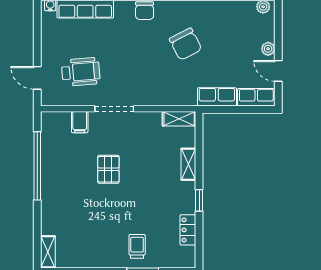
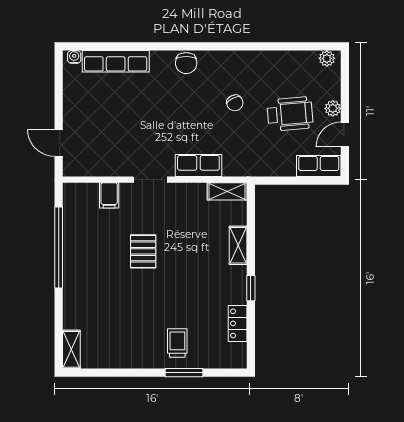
chair: (186, 44) -> (235, 103), width x0.54, depth x0.54
door: (278, 71) -> (345, 135), hinge flipped
wheelchair: (81, 72) -> (290, 114), moved
row of seats: (217, 97) -> (198, 166), moved
doorway: (114, 109) -> (150, 180), width x0.73

